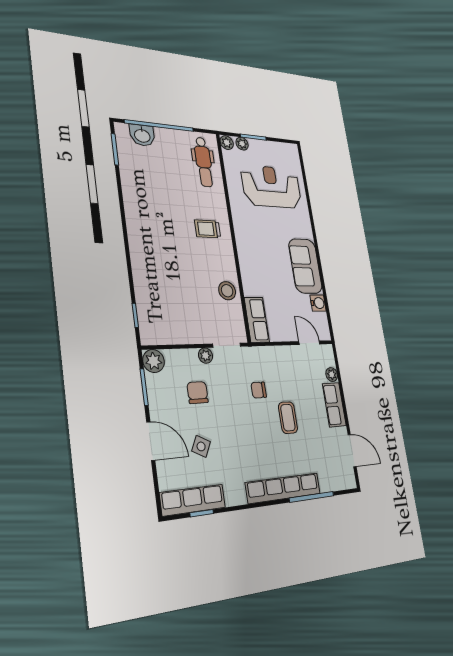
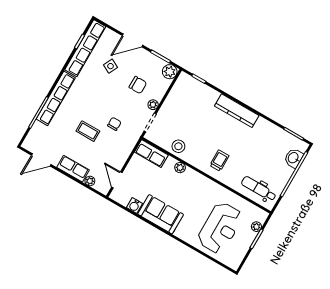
plant: (227, 143) -> (180, 168), moved
kitchen counter: (138, 240) -> (237, 111), added
door: (309, 343) -> (117, 180), swing flipped
row of seats: (193, 500) -> (85, 48), width x1.36

